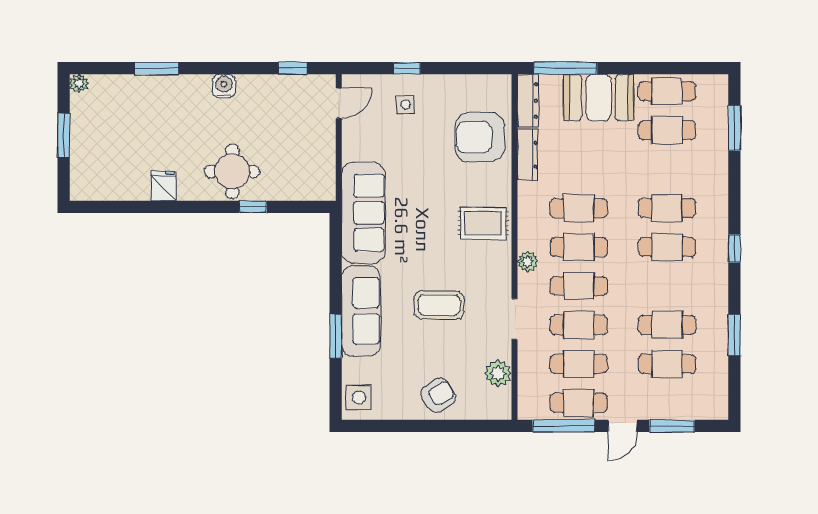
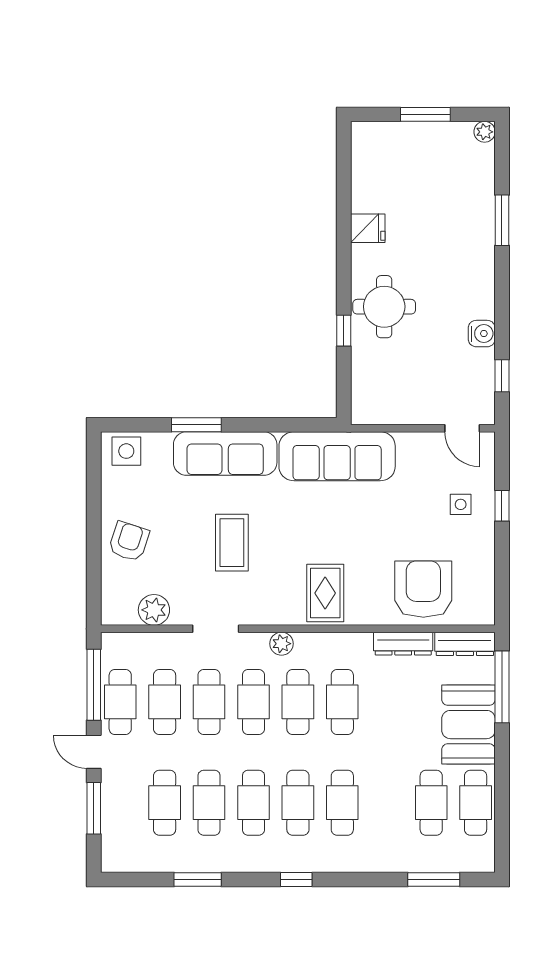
water cooler: (224, 86) -> (482, 334), moved
cafe table: (667, 286) -> (253, 803), added
armchair: (438, 395) -> (129, 541), turned -130

